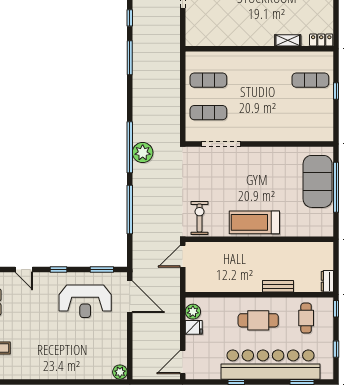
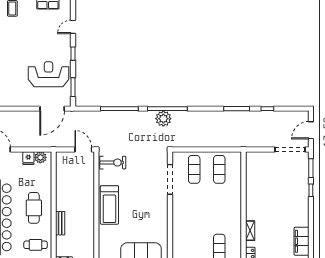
treadmill: (254, 222) -> (109, 205), turned 180
reception desk: (85, 301) -> (49, 74), turned 90

